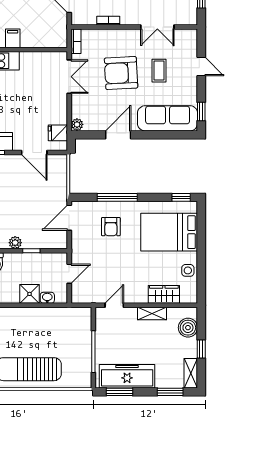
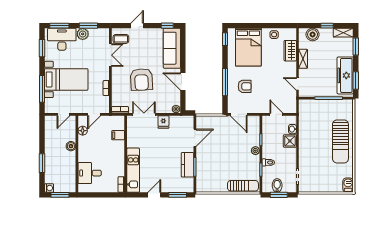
filing cabinet: (13, 38) -> (118, 135), moved
coffee table: (159, 71) -> (121, 39), moved
fridge: (58, 133) -> (163, 122), moved

